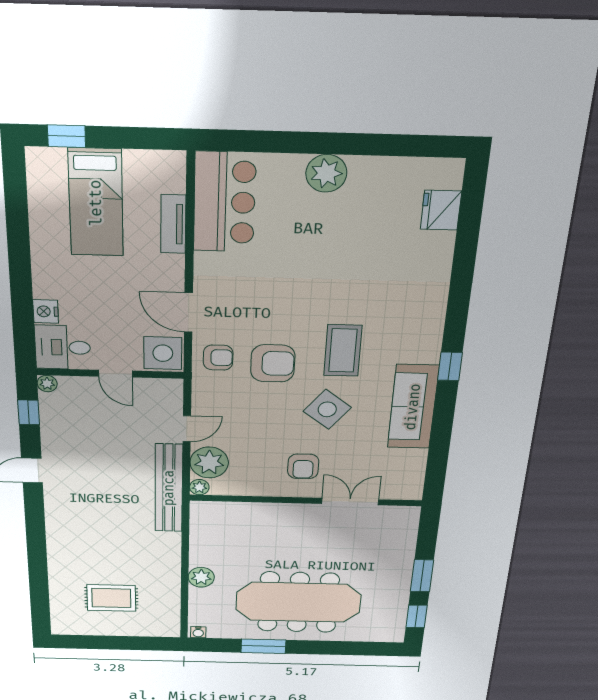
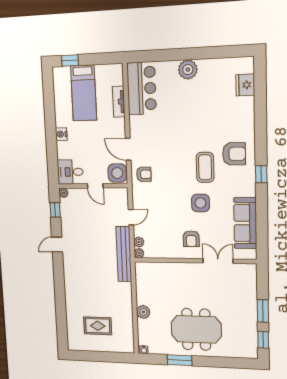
nightstand: (46, 311) -> (61, 134), moved
armchair: (273, 363) -> (234, 154), moved
sofa: (413, 407) -> (245, 223), moved
side table: (327, 409) -> (200, 203), turned -38
plant: (209, 462) -> (139, 242), width x0.53, depth x0.53
meeting table: (298, 602) -> (196, 329), width x0.73

